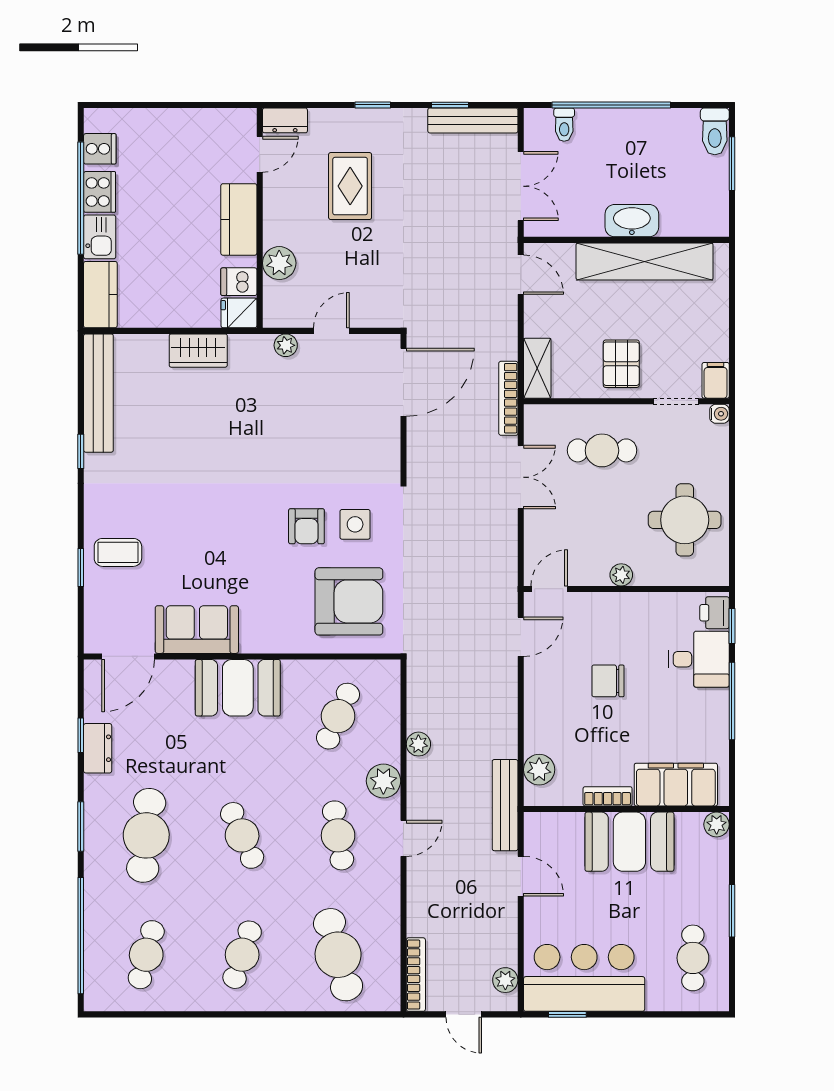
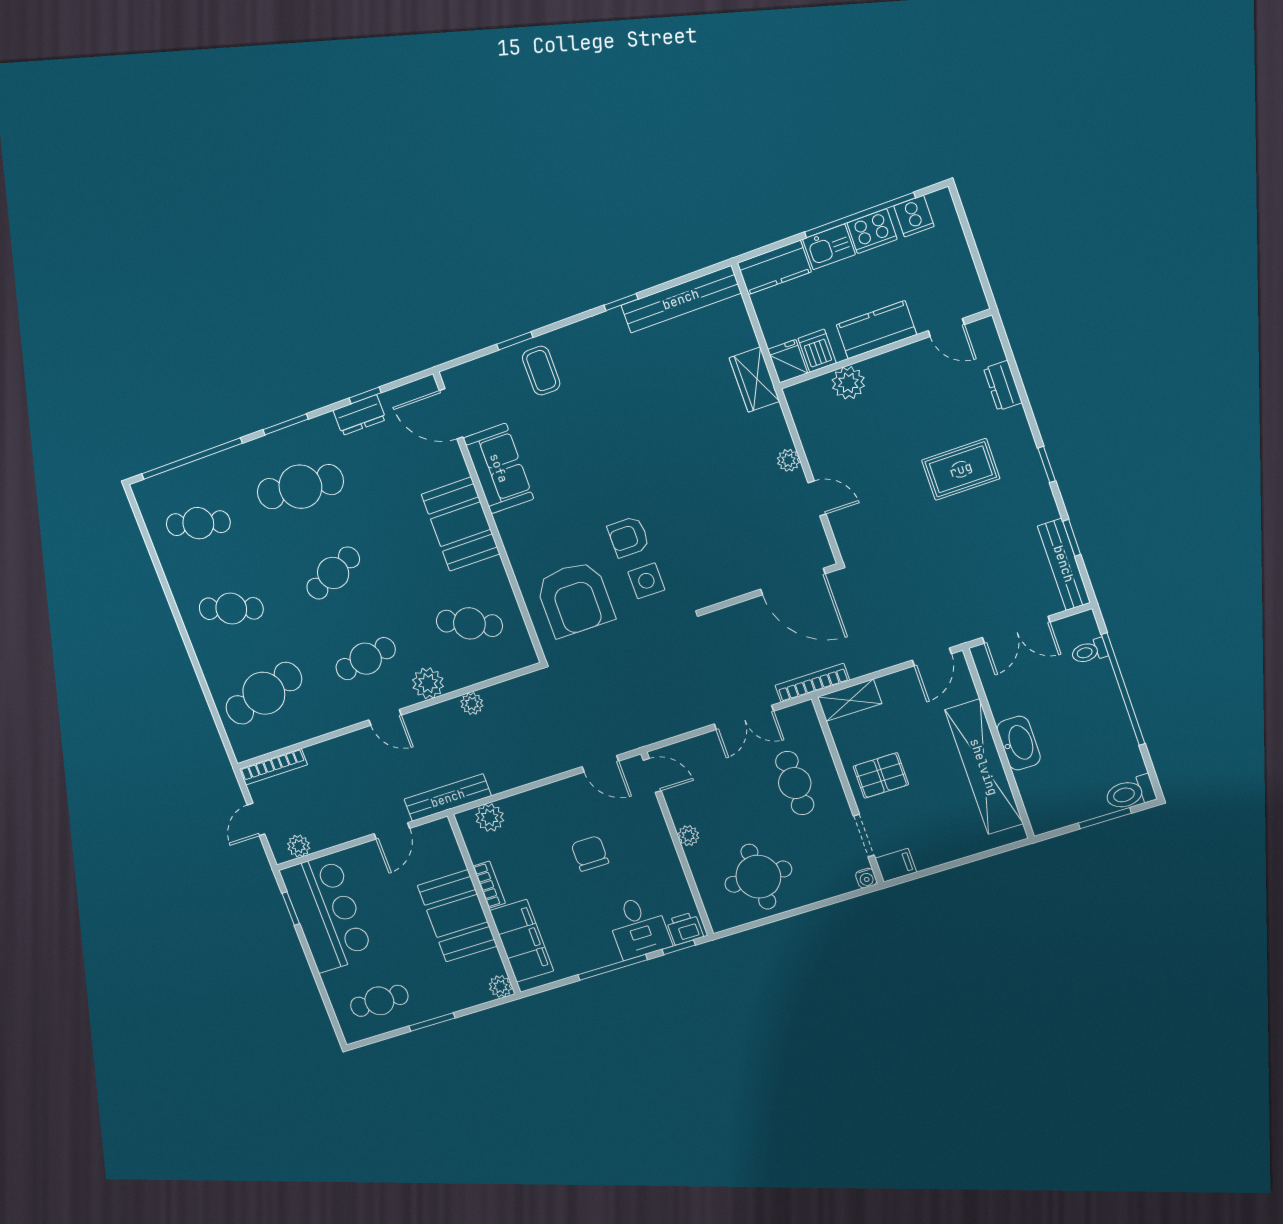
door: (260, 154) -> (946, 328), moved
wall: (260, 218) -> (885, 349), moved
kitchen counter: (239, 219) -> (876, 330), moved
plant: (279, 263) -> (848, 383), moved
dishwasher: (239, 282) -> (817, 351), moved
fridge: (239, 313) -> (788, 361), moved

